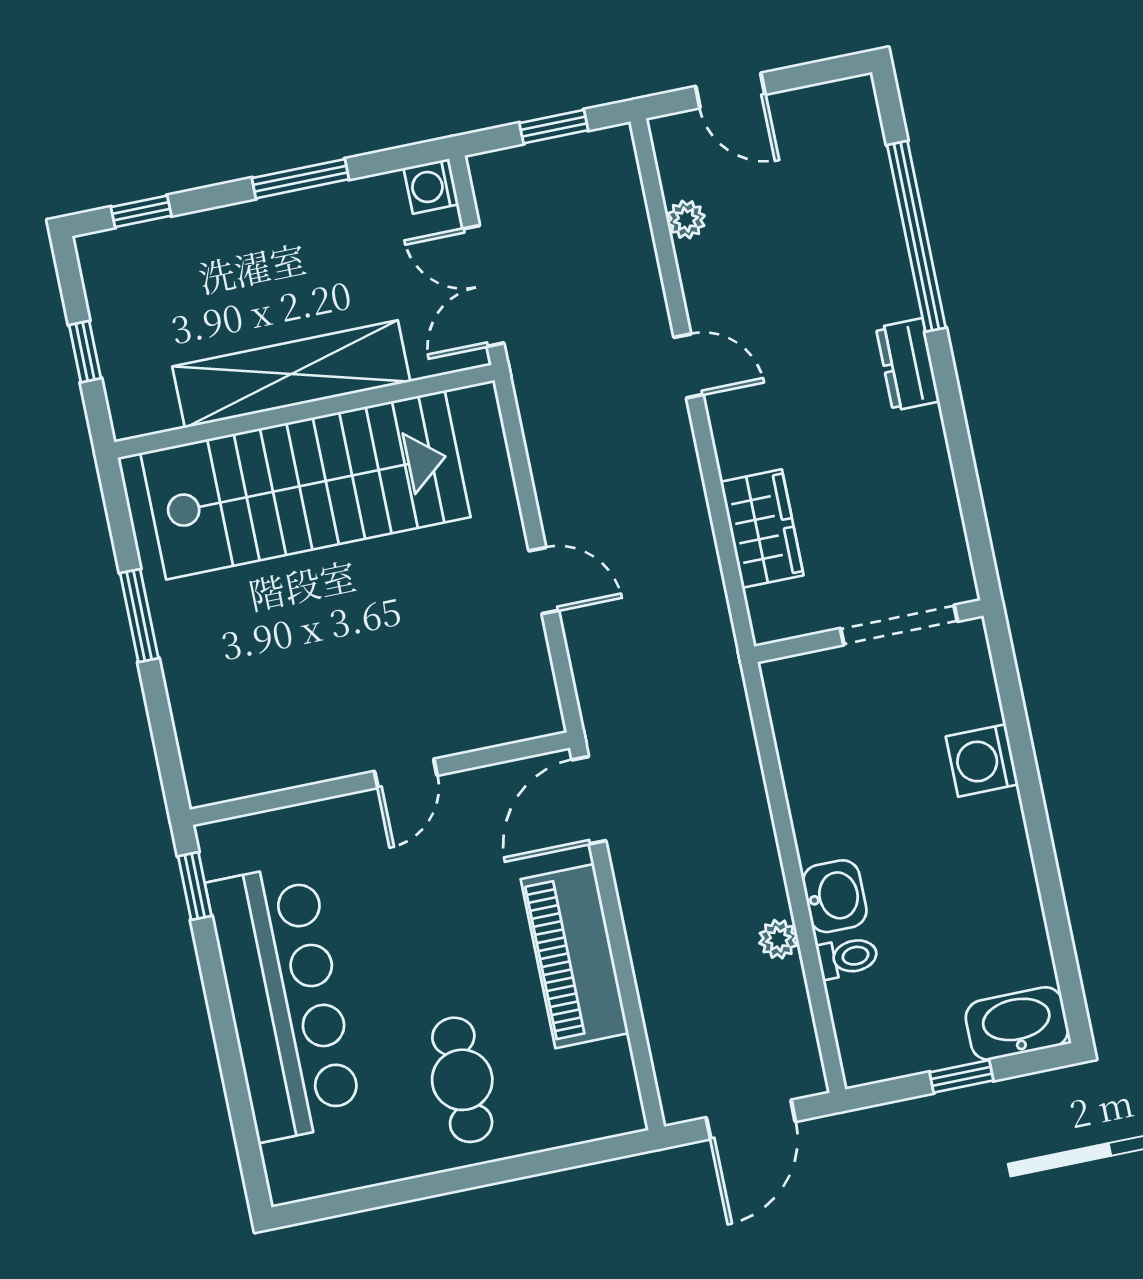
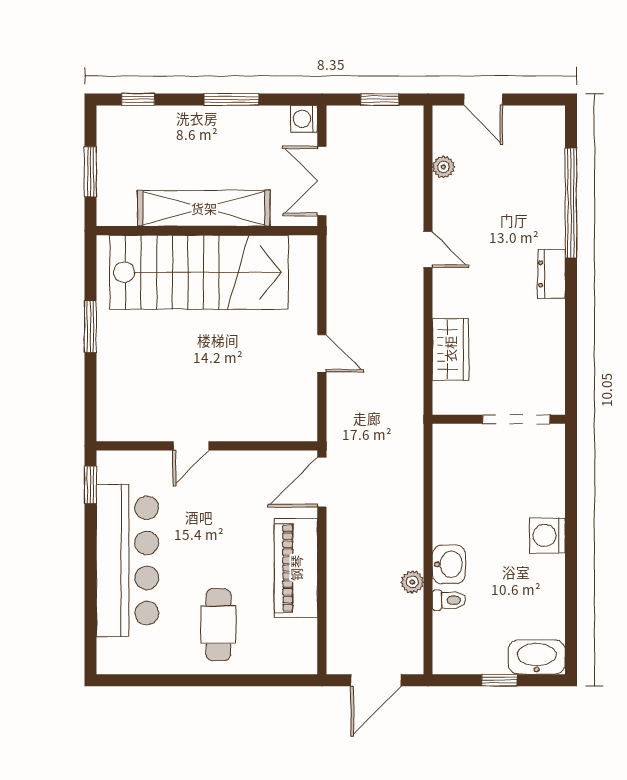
window: (85, 352) -> (90, 172), width x1.50
washing machine: (982, 760) -> (547, 535), moved
door: (406, 773) -> (191, 446), moved

